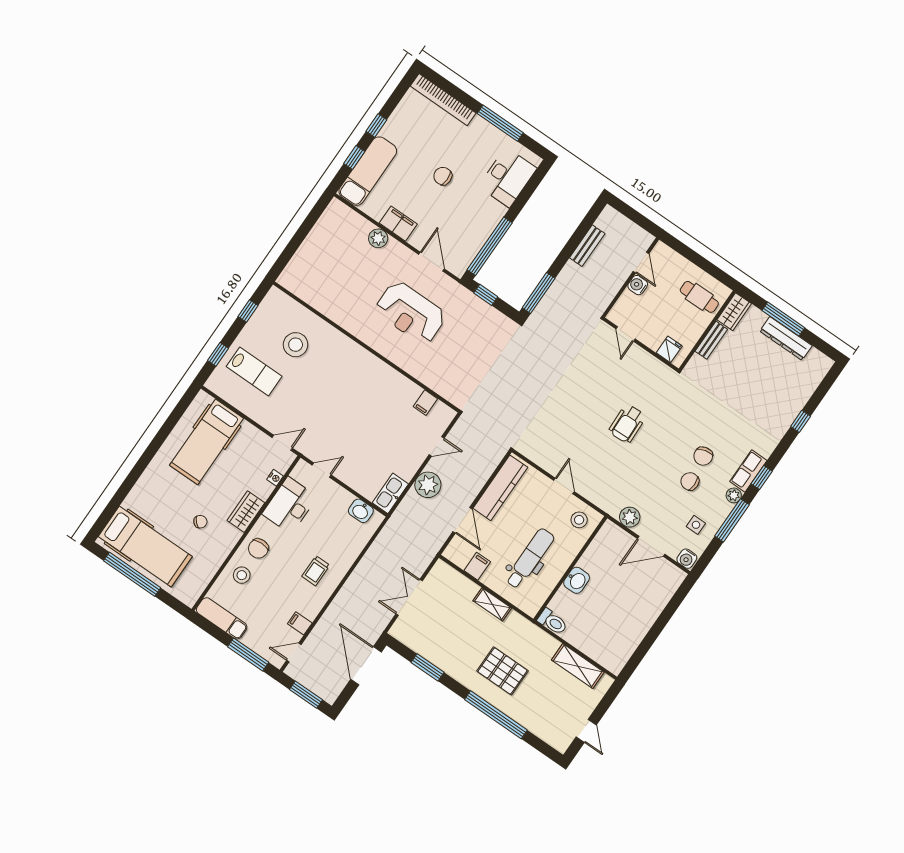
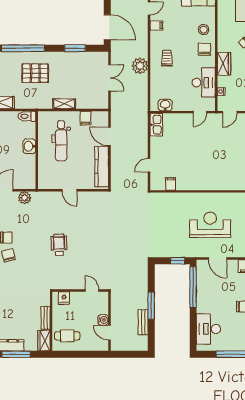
window: (539, 293) -> (151, 306), moved
plant: (428, 485) -> (140, 66), moved
stool: (579, 520) -> (50, 178), removed

